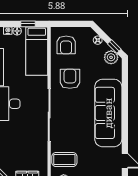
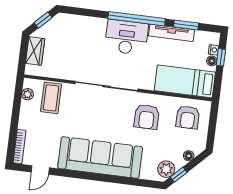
window: (28, 24) -> (221, 57), moved
armchair: (66, 45) -> (188, 117), turned -90
armchair: (70, 79) -> (147, 117), turned 90

